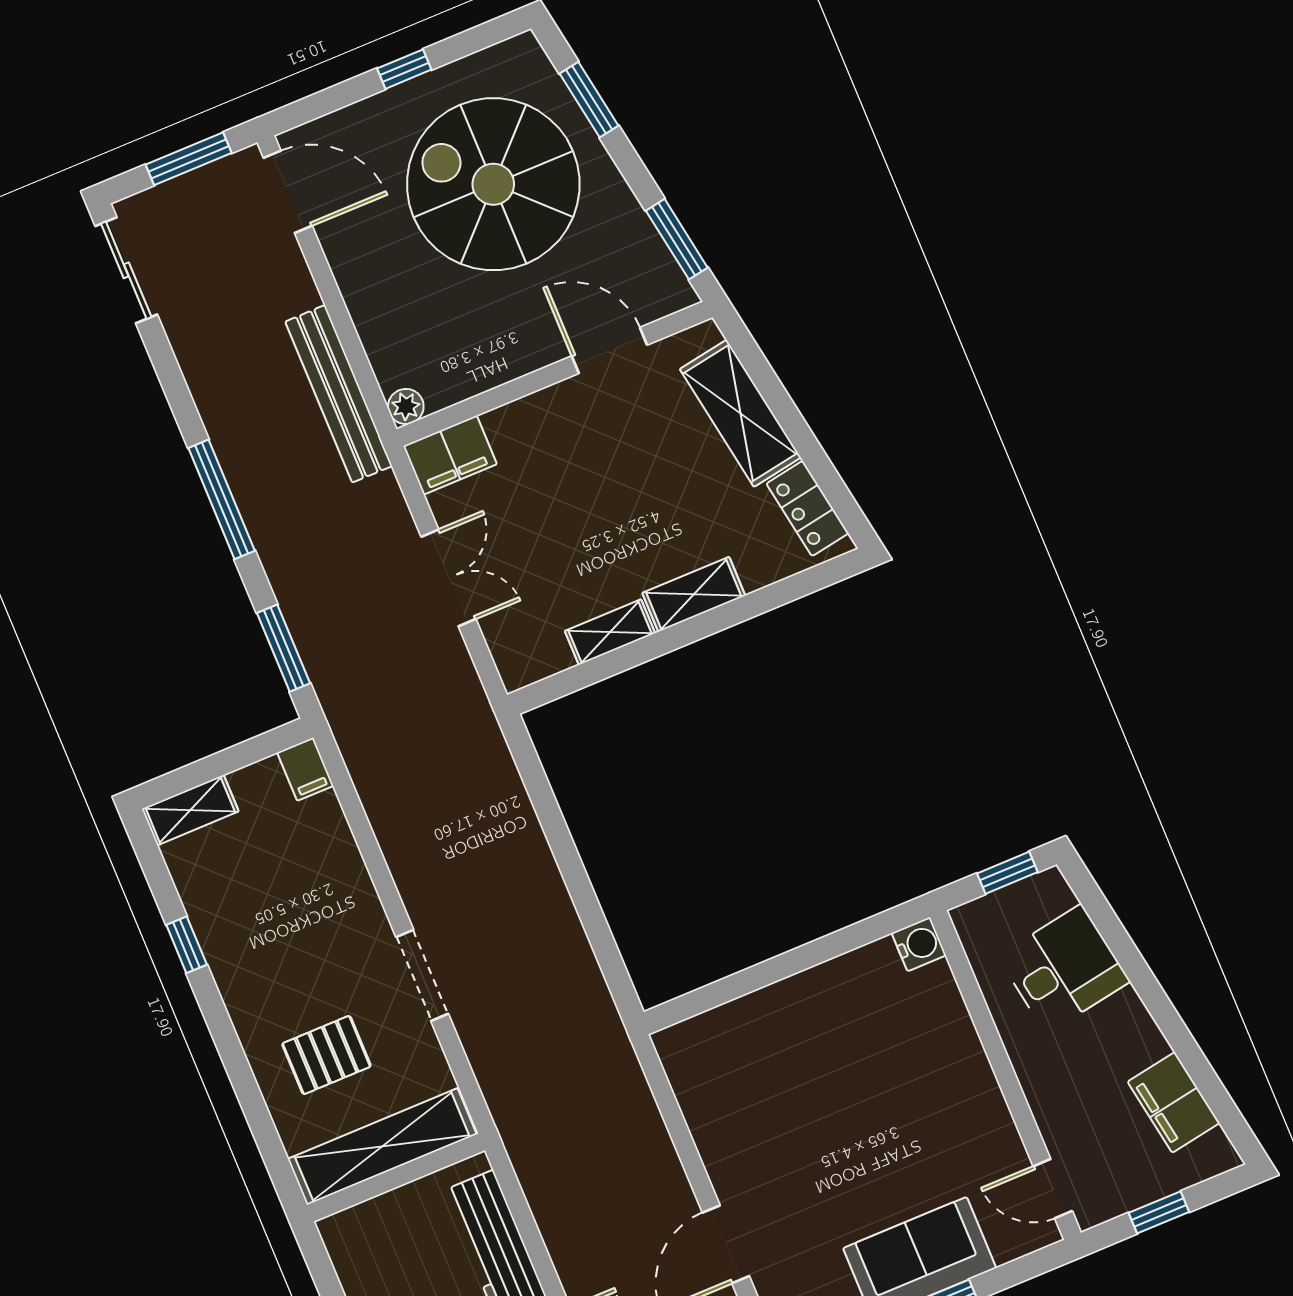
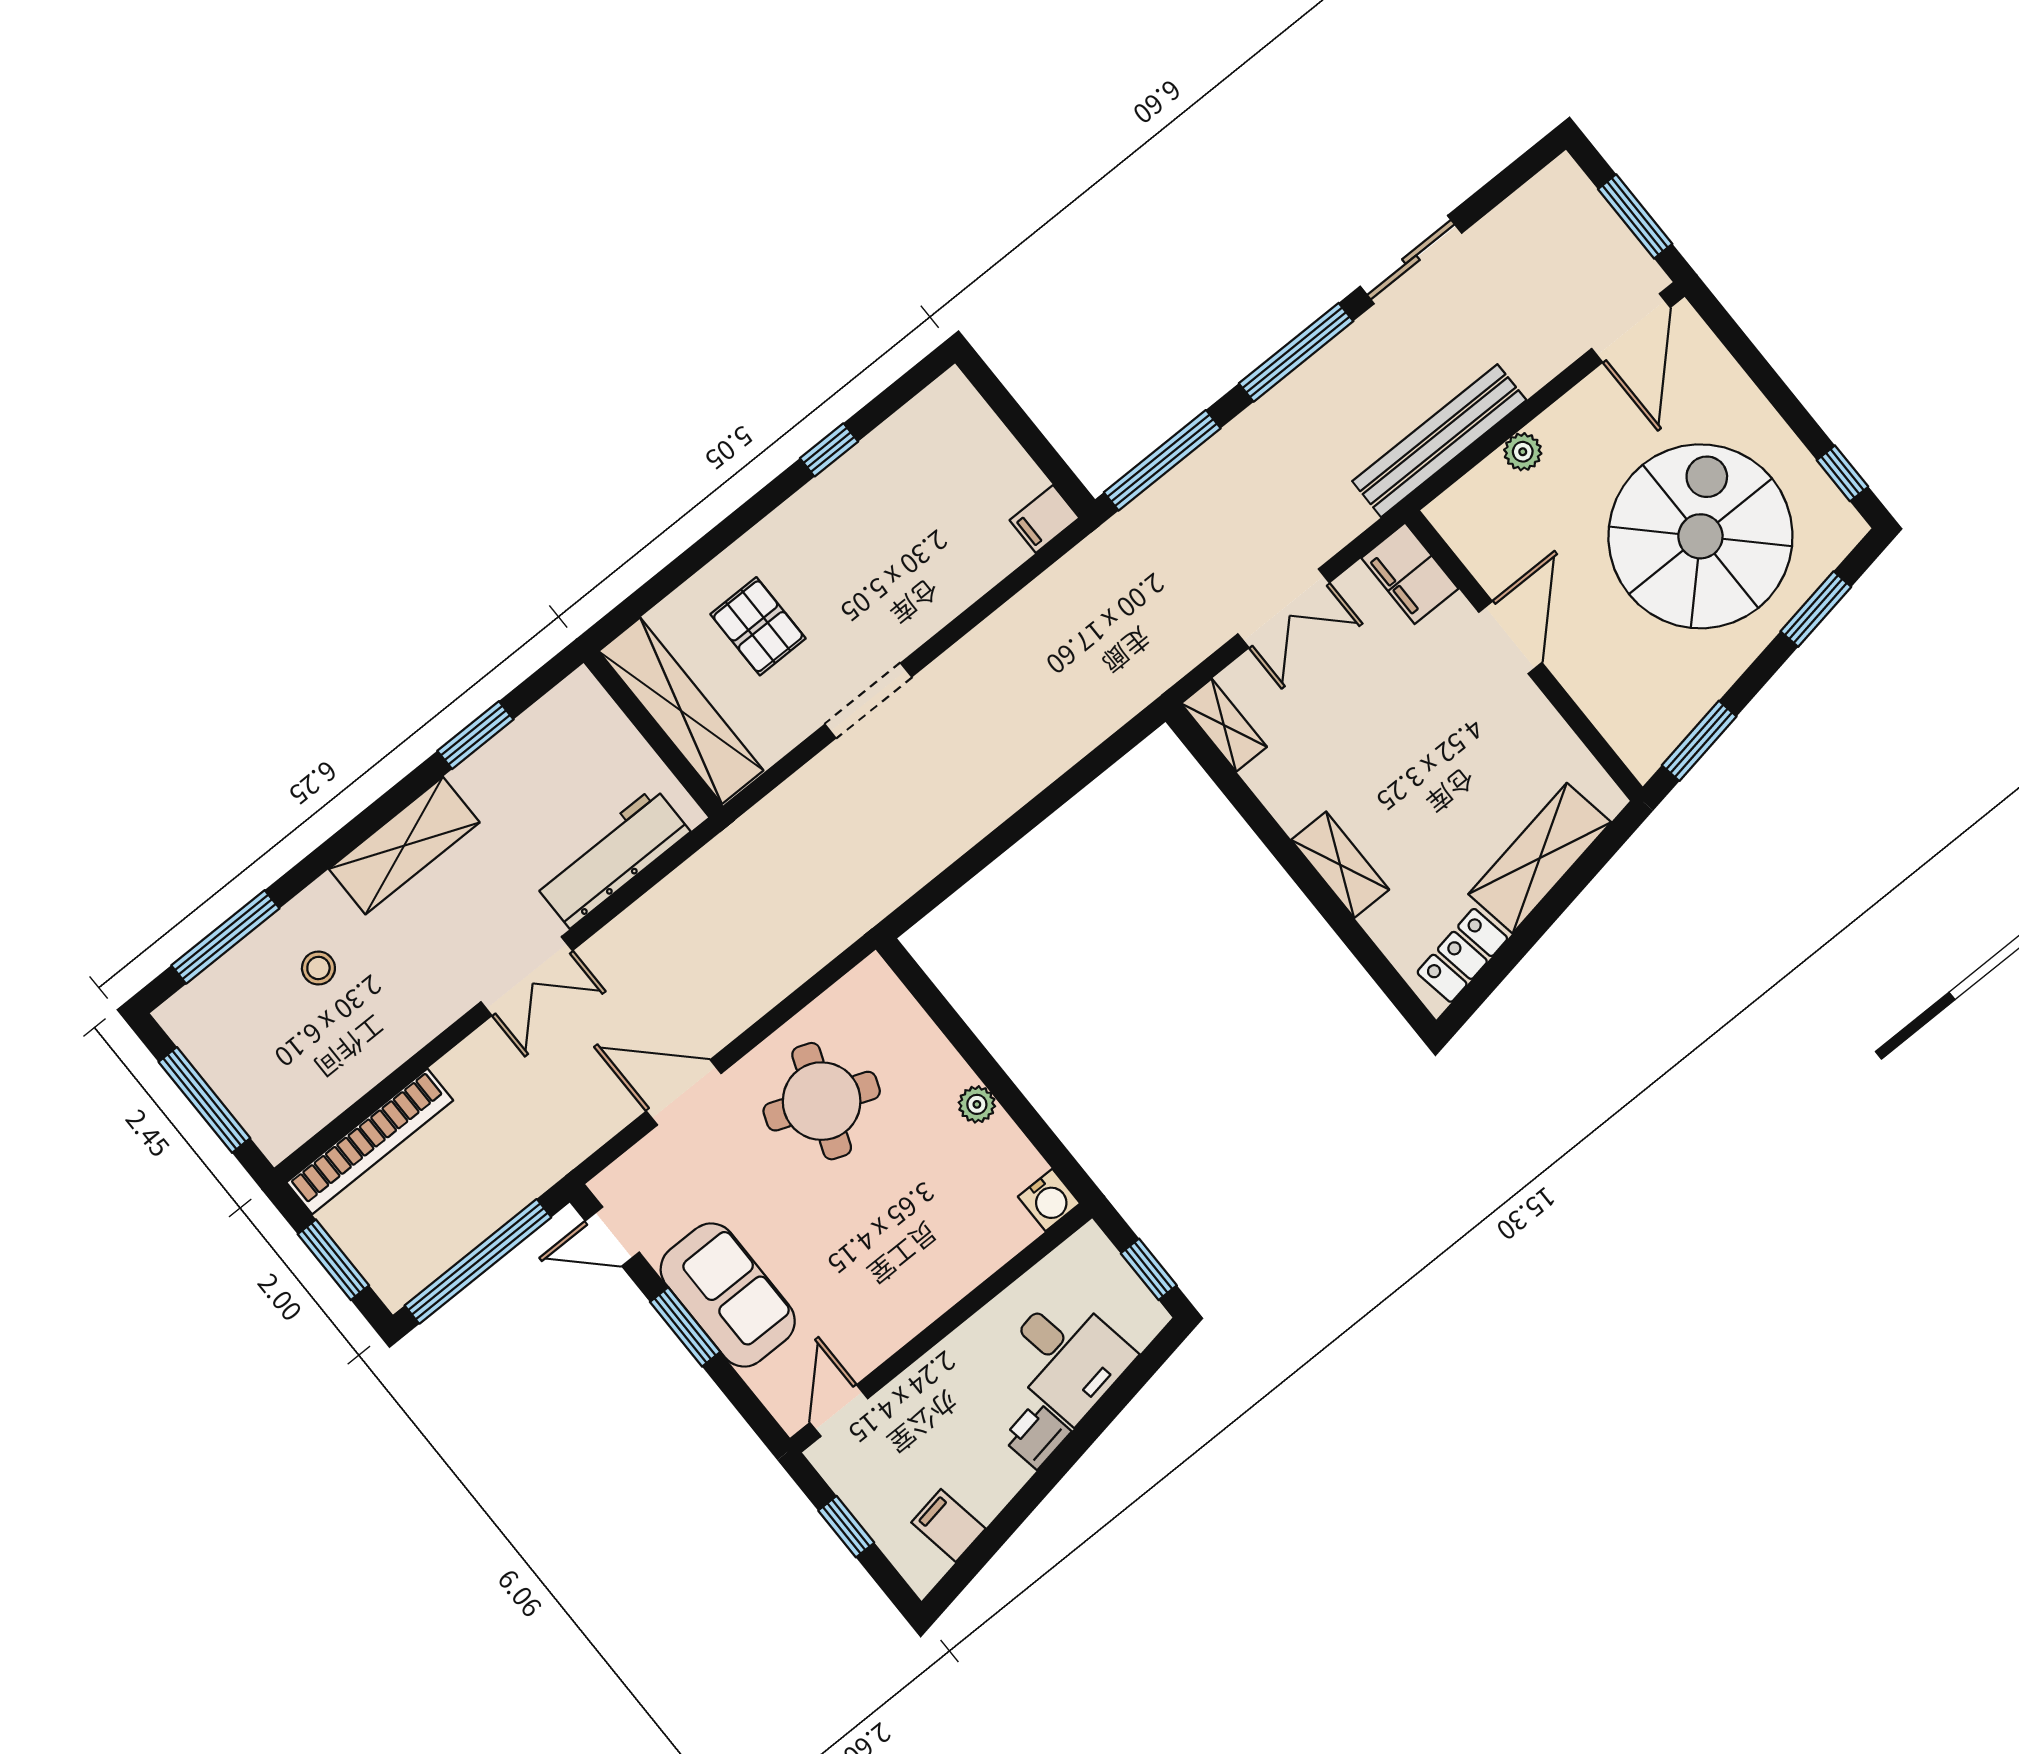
window: (404, 69) -> (1842, 473), moved
sliding door: (126, 270) -> (1411, 260), moved
door: (609, 350) -> (1510, 637), moved
plant: (406, 406) -> (1523, 452), moved
shelving: (610, 632) -> (1224, 725), moved
window: (284, 648) -> (1162, 460), width x1.44
shelving: (190, 810) -> (968, 413), removed
plant: (814, 984) -> (977, 1104), added
printer: (1127, 1017) -> (1037, 1435), added
filing cabinet: (1174, 1102) -> (948, 1525), width x0.50
round table: (770, 1123) -> (822, 1101), added

